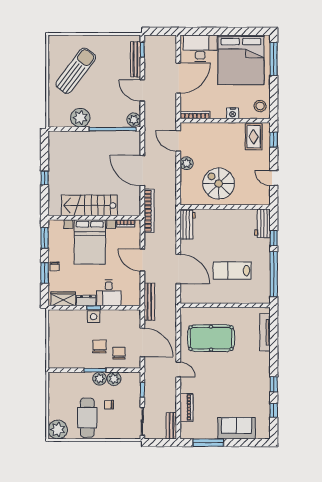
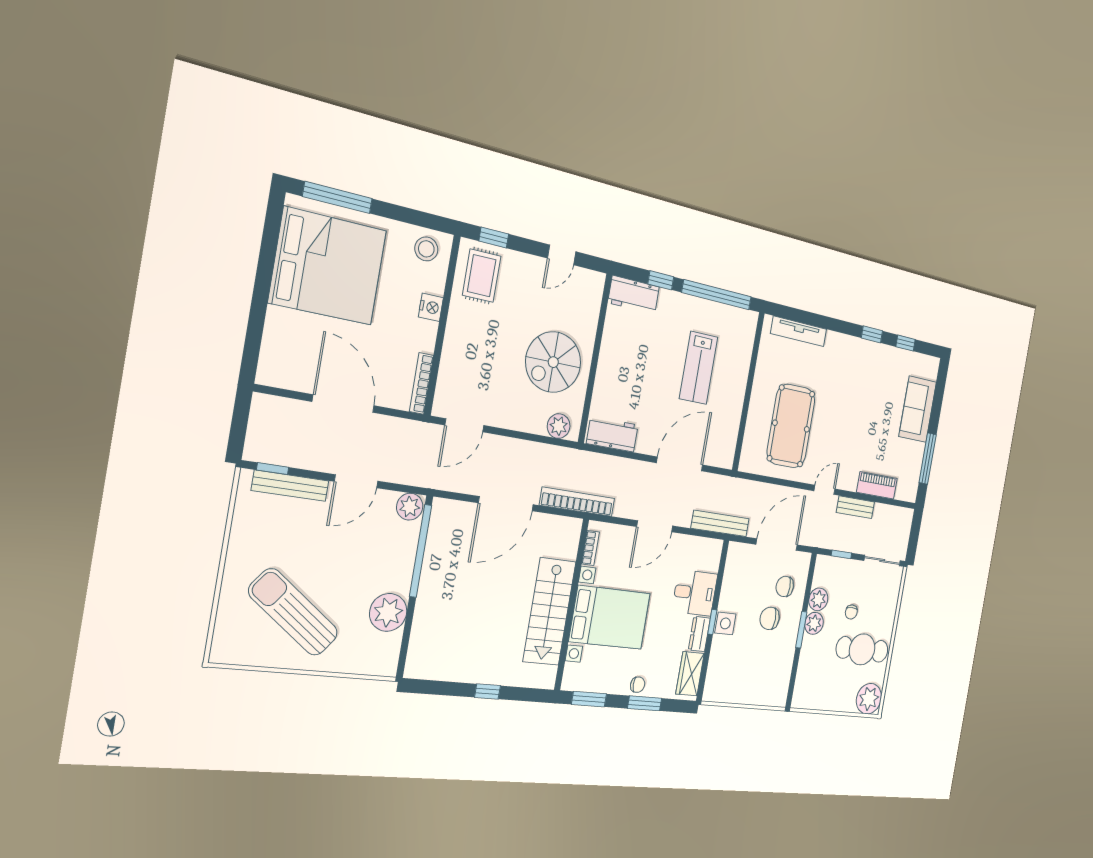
desk: (200, 48) -> (289, 347), removed
rug: (254, 137) -> (482, 276), turned 90
plant: (187, 163) -> (559, 426), moved
bench: (171, 426) -> (855, 507), moved

